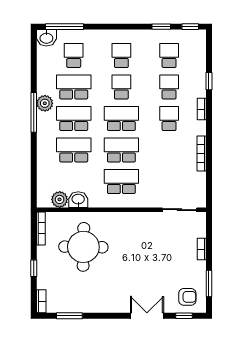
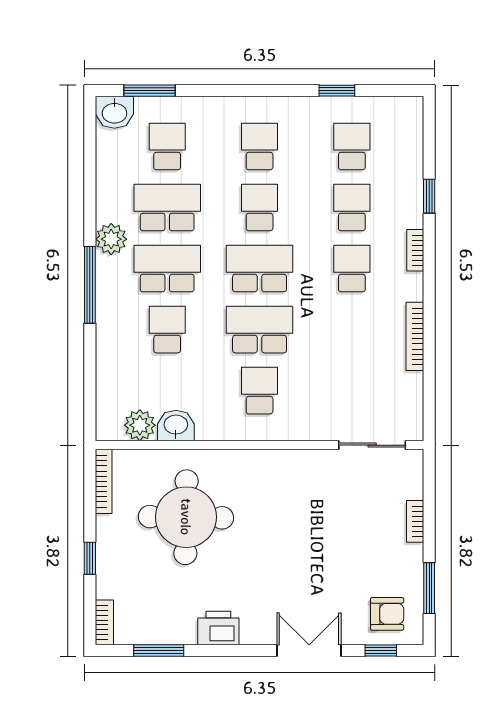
window: (65, 27) -> (150, 91), width x0.69
window: (190, 27) -> (393, 91), removed
window: (34, 112) -> (90, 285), moved
school desk: (74, 150) -> (167, 330), width x0.54
school desk: (121, 182) -> (260, 391), width x0.54
printer: (100, 304) -> (218, 628), added

